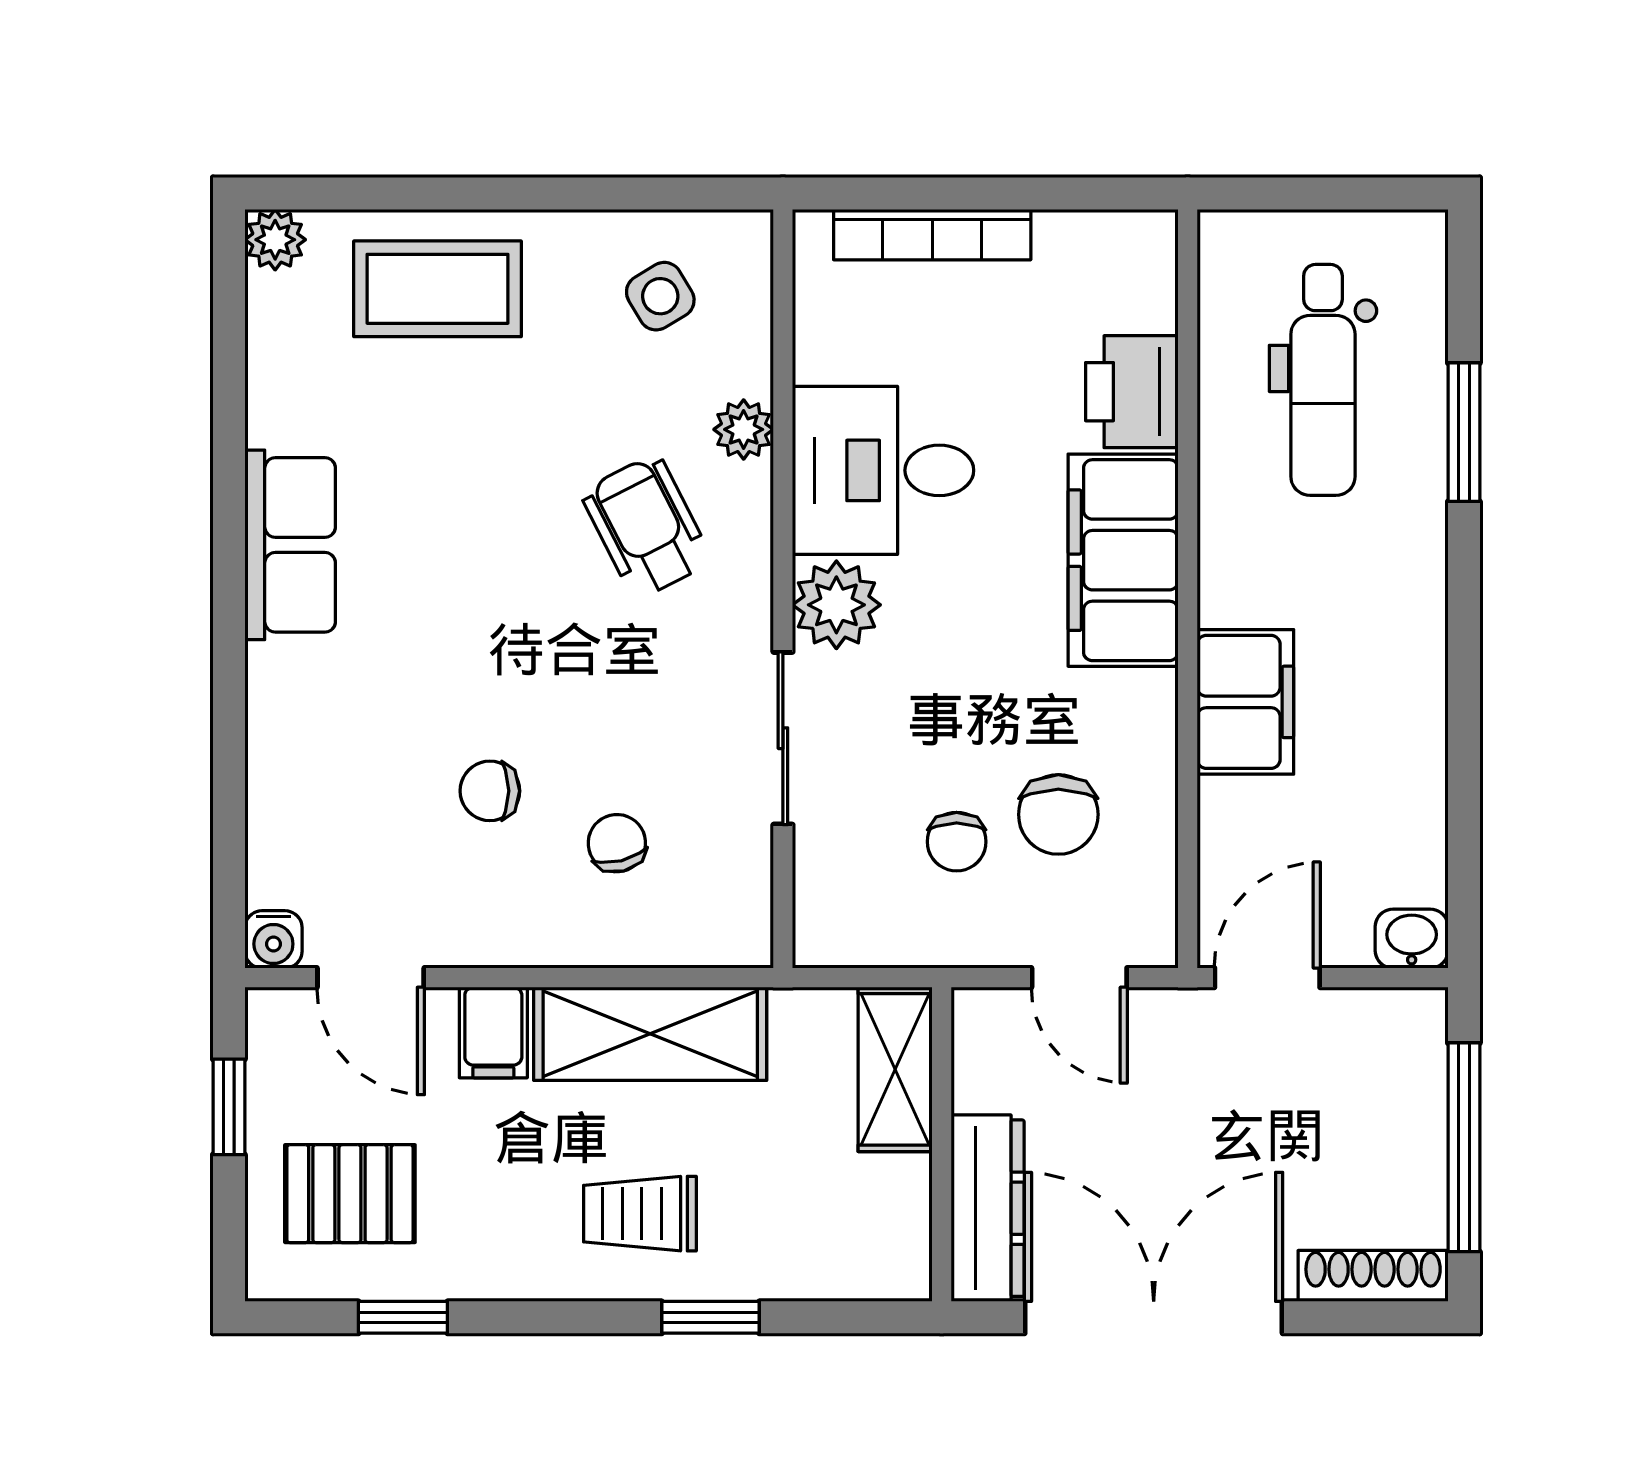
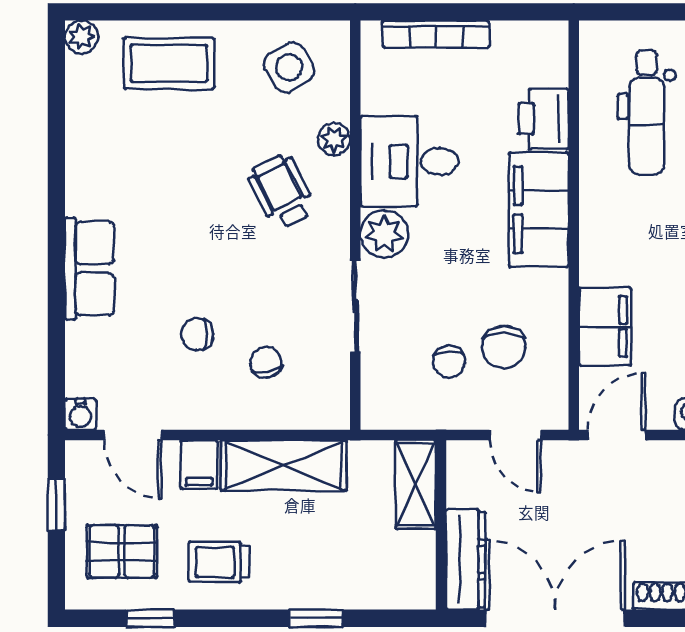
side table: (660, 296) -> (289, 67), width x1.37, depth x1.37
row of seats: (290, 545) -> (89, 268), moved
filing cabinet: (1245, 702) -> (605, 327), moved
trolley: (640, 1214) -> (219, 562), moved

